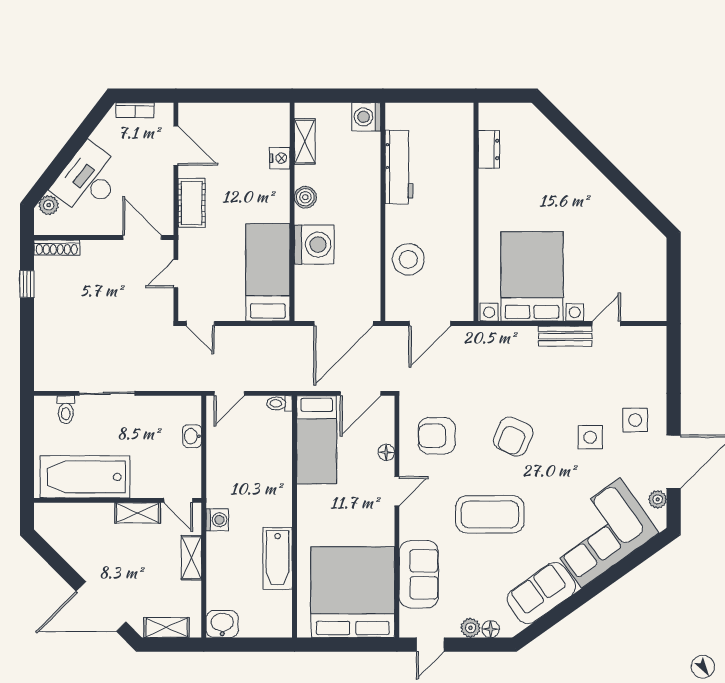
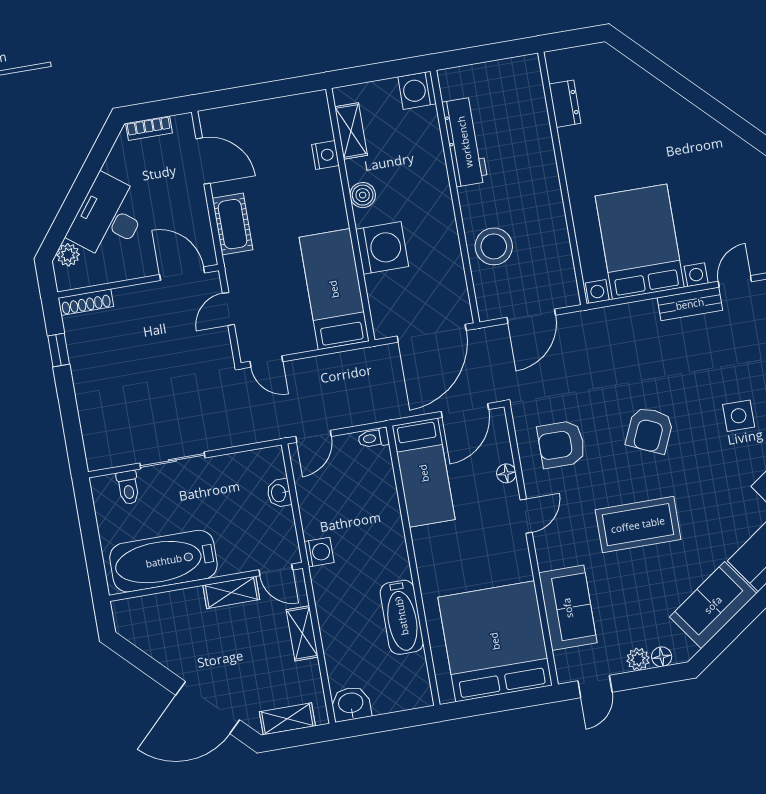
washing machine: (217, 520) -> (319, 552), moved

